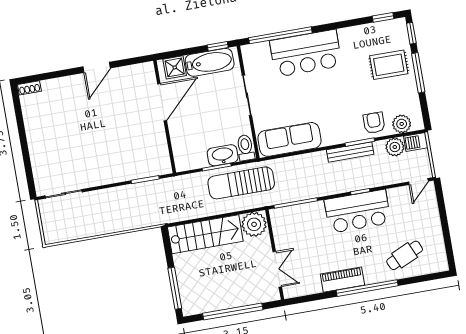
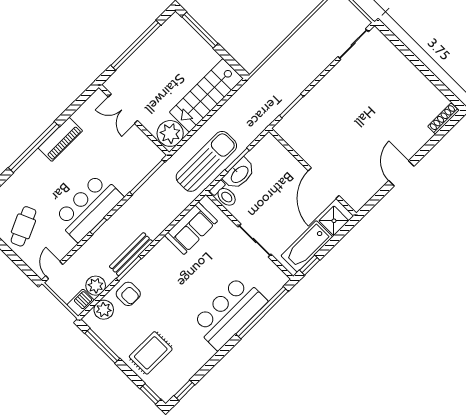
window: (418, 73) -> (102, 346), moved
shoe rack: (29, 88) -> (443, 119), width x1.43
sofa: (289, 139) -> (191, 228), width x0.73
cafe table: (405, 255) -> (23, 226), moved

